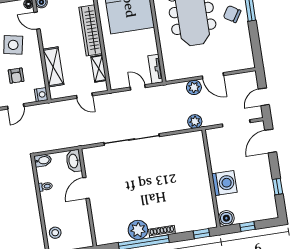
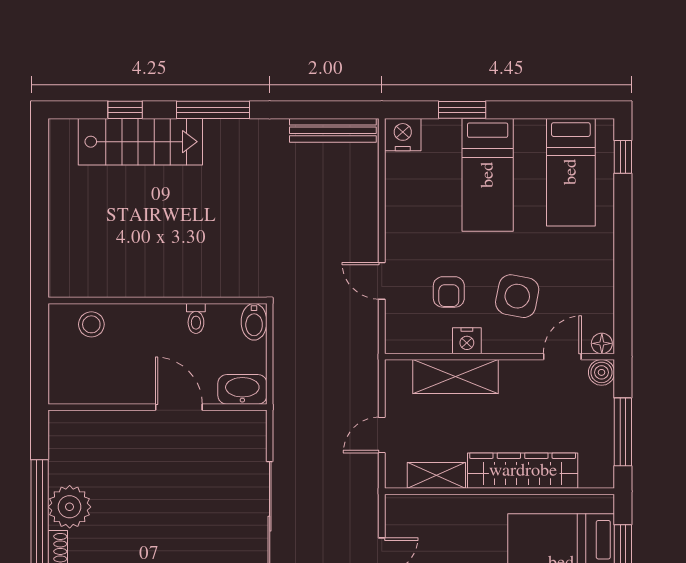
armchair: (16, 76) -> (449, 292), turned -90
nightstand: (41, 95) -> (467, 341), moved

